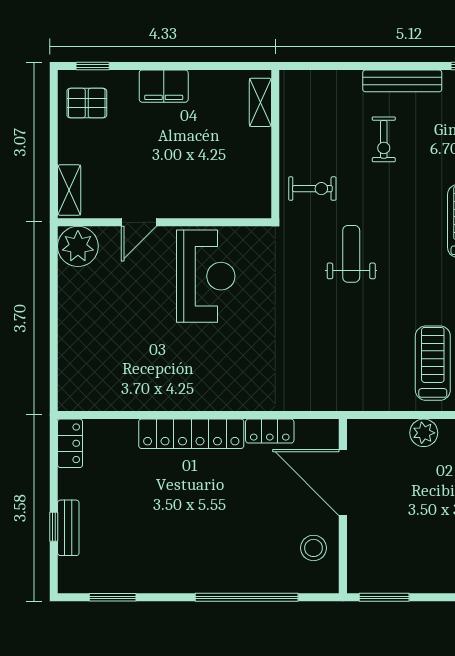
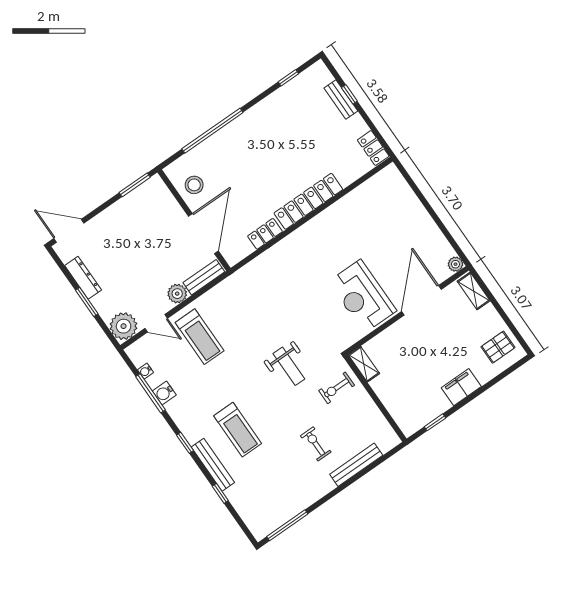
window: (93, 66) -> (435, 422), moved
bench: (402, 81) -> (356, 465), moved
shelving: (260, 102) -> (364, 364), moved
door: (139, 222) -> (421, 300), width x1.88
plant: (78, 246) -> (456, 264), width x0.53, depth x0.53
bench: (378, 430) -> (204, 277), added
door: (343, 482) -> (203, 234), hinge flipped
window: (113, 597) -> (288, 78), width x0.67

